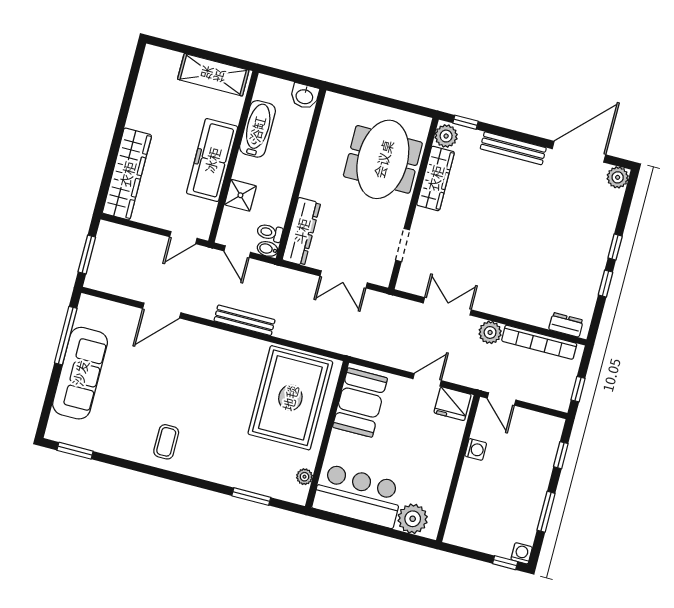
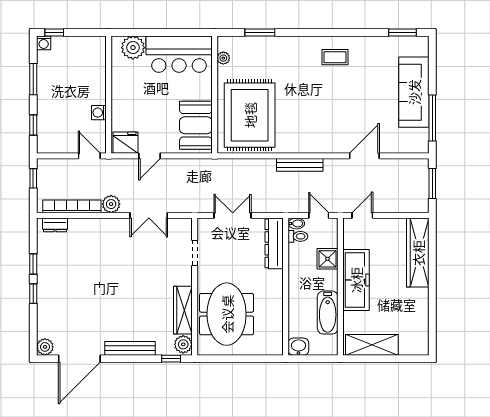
coffee table: (166, 442) -> (335, 57), turned 90

